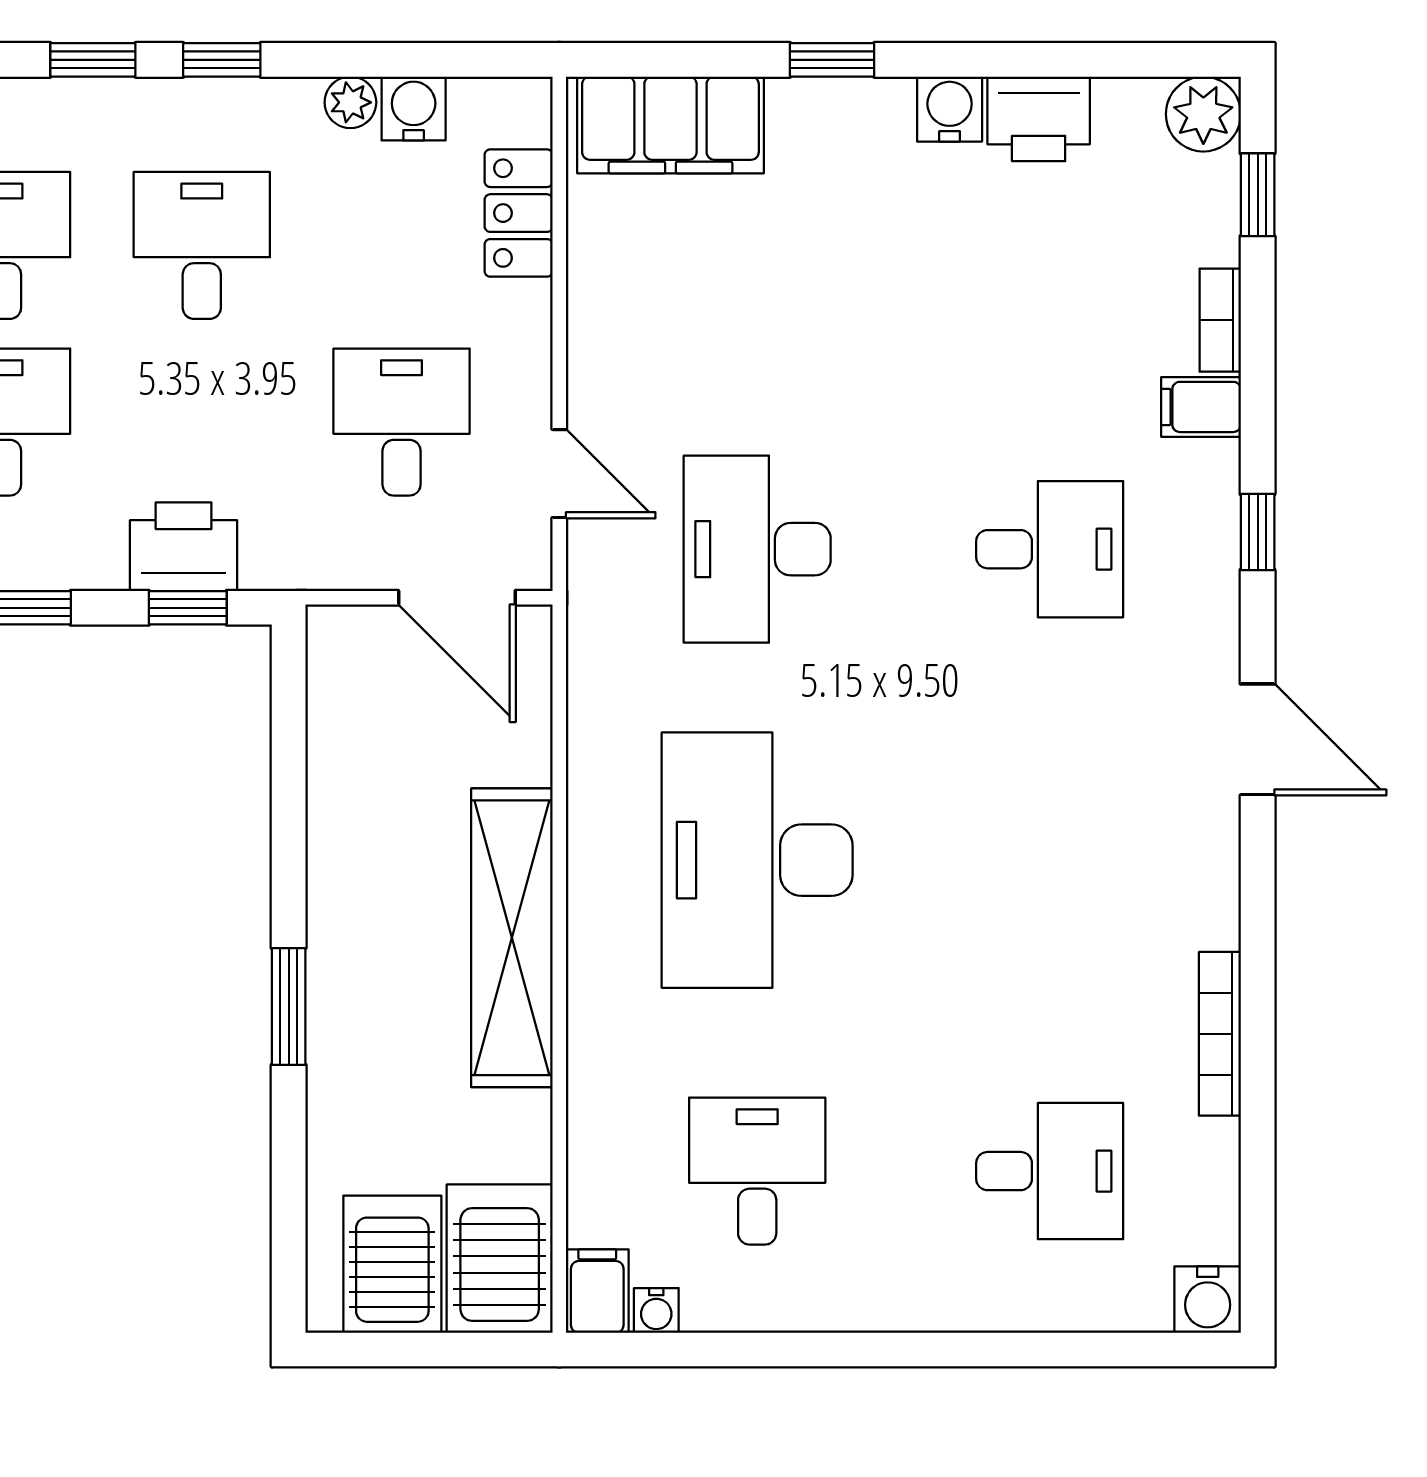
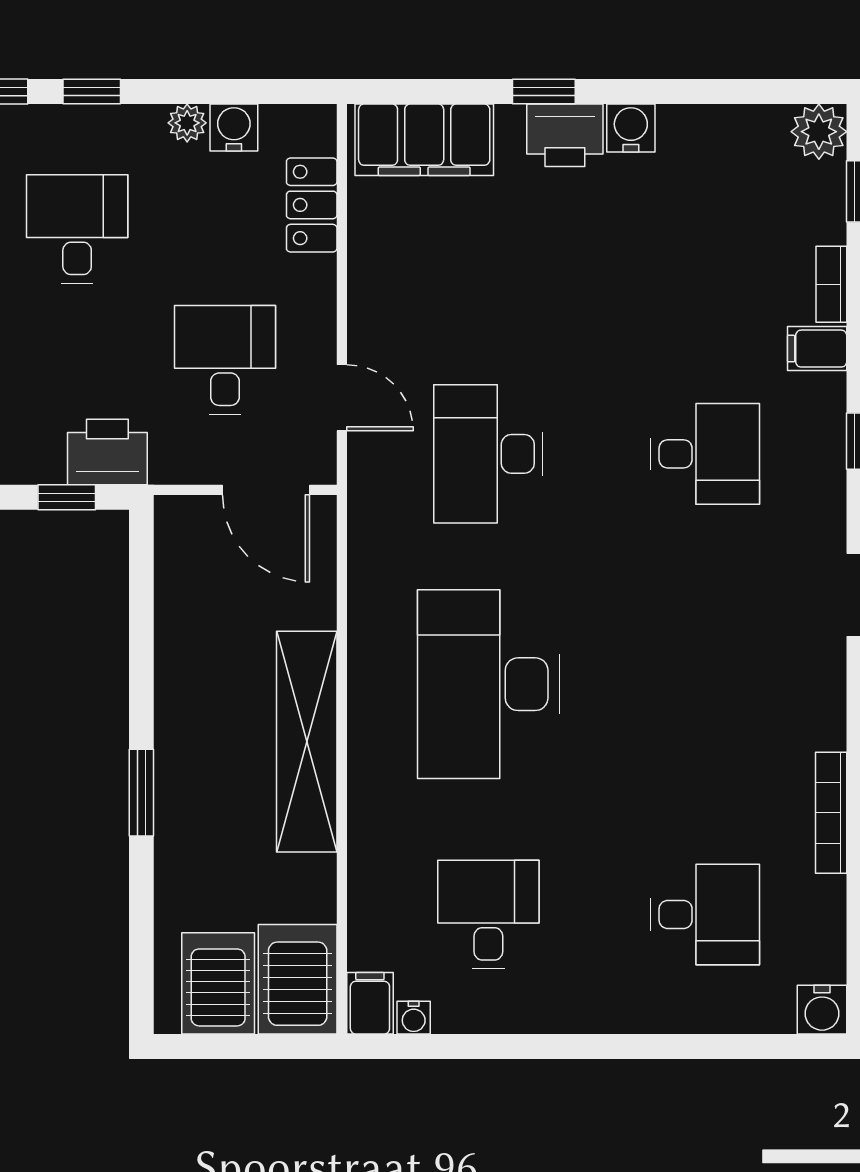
printer: (1039, 119) -> (565, 135), moved
printer: (184, 547) -> (107, 452), moved

